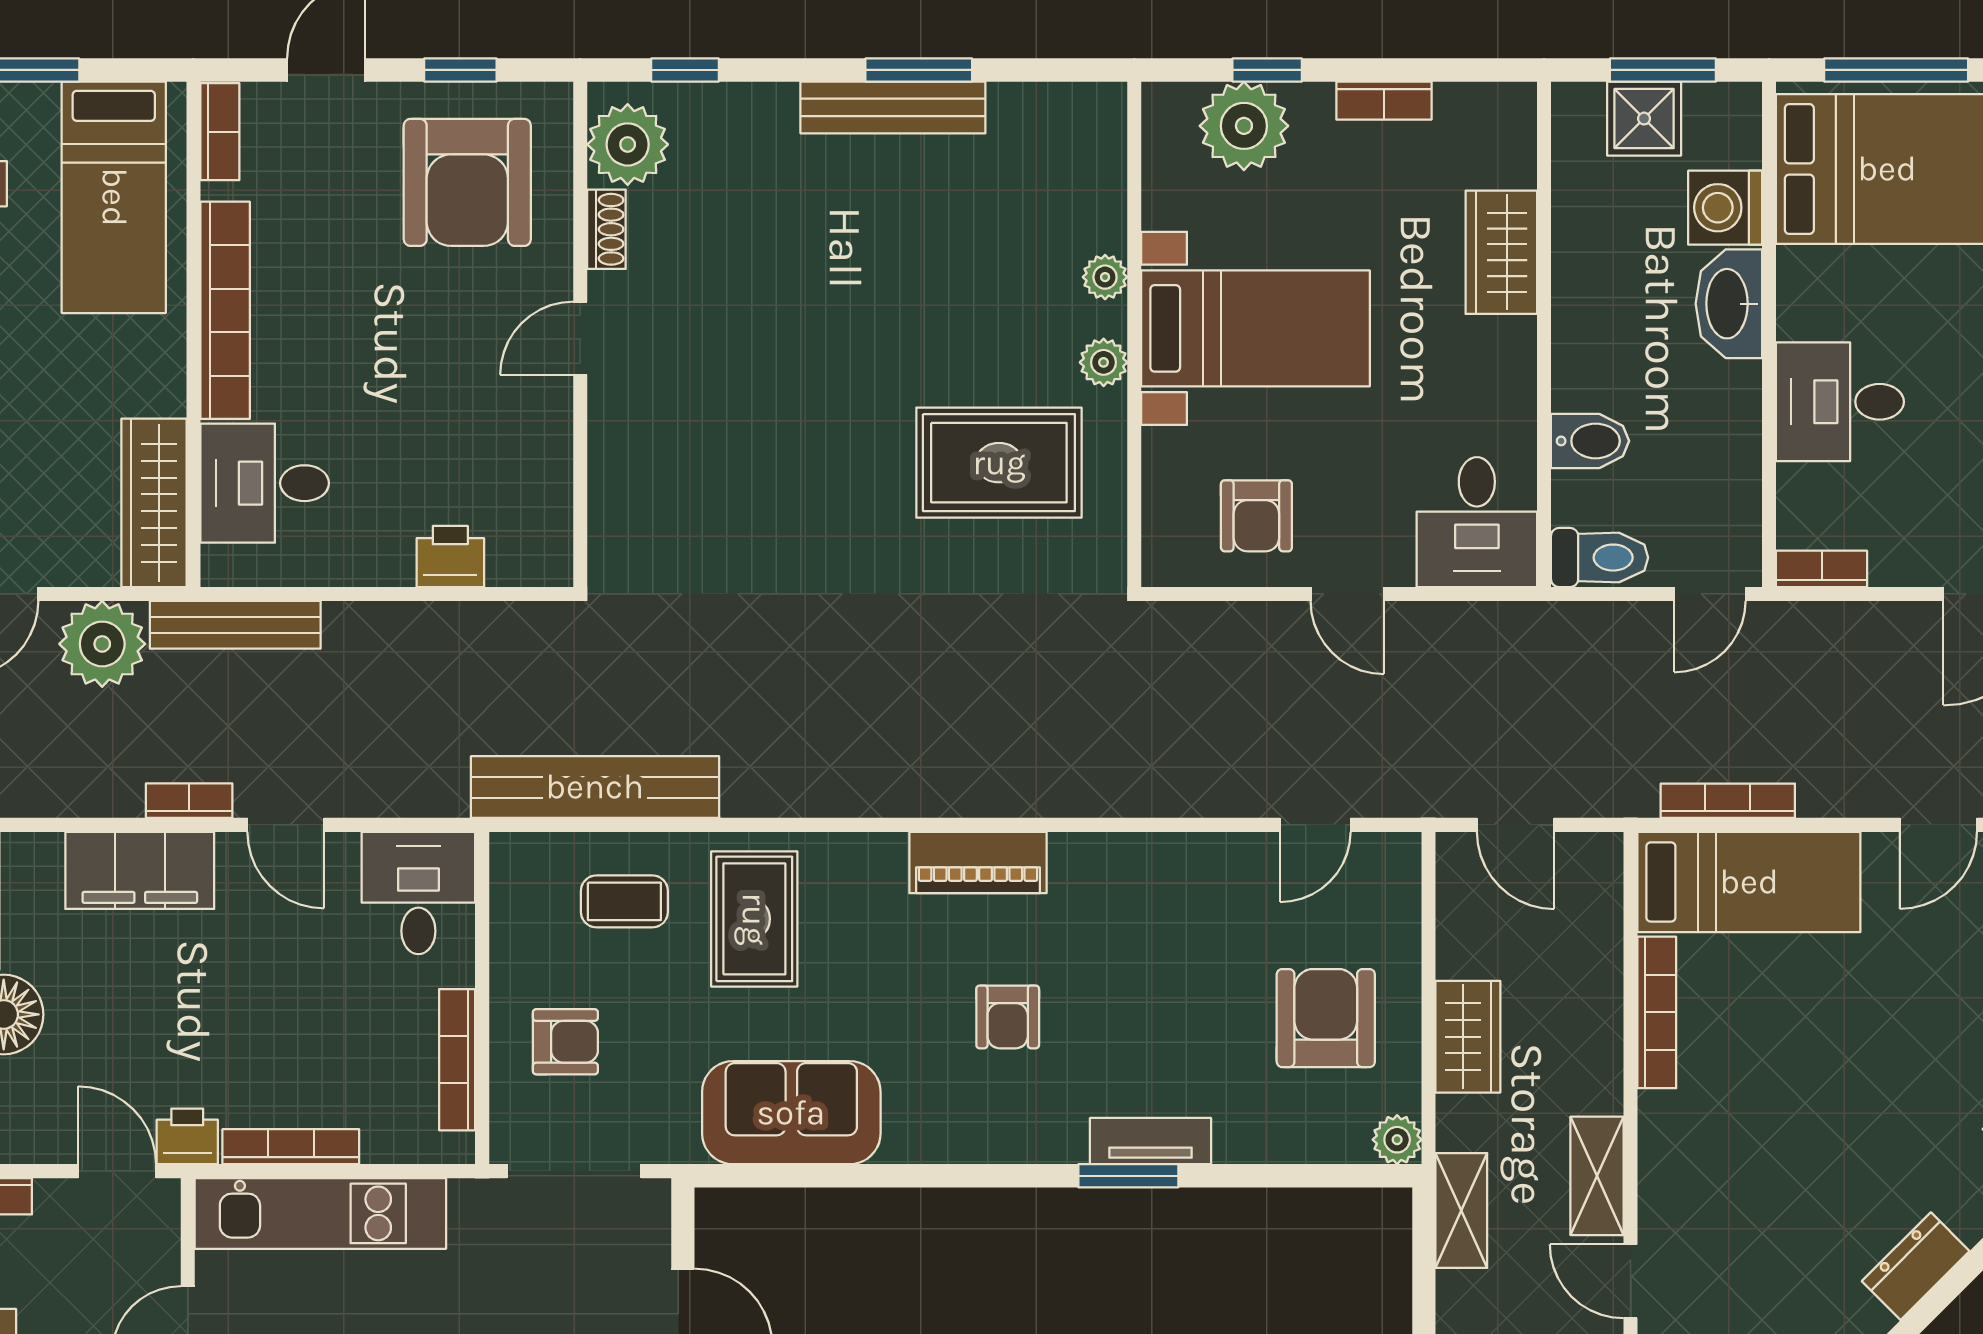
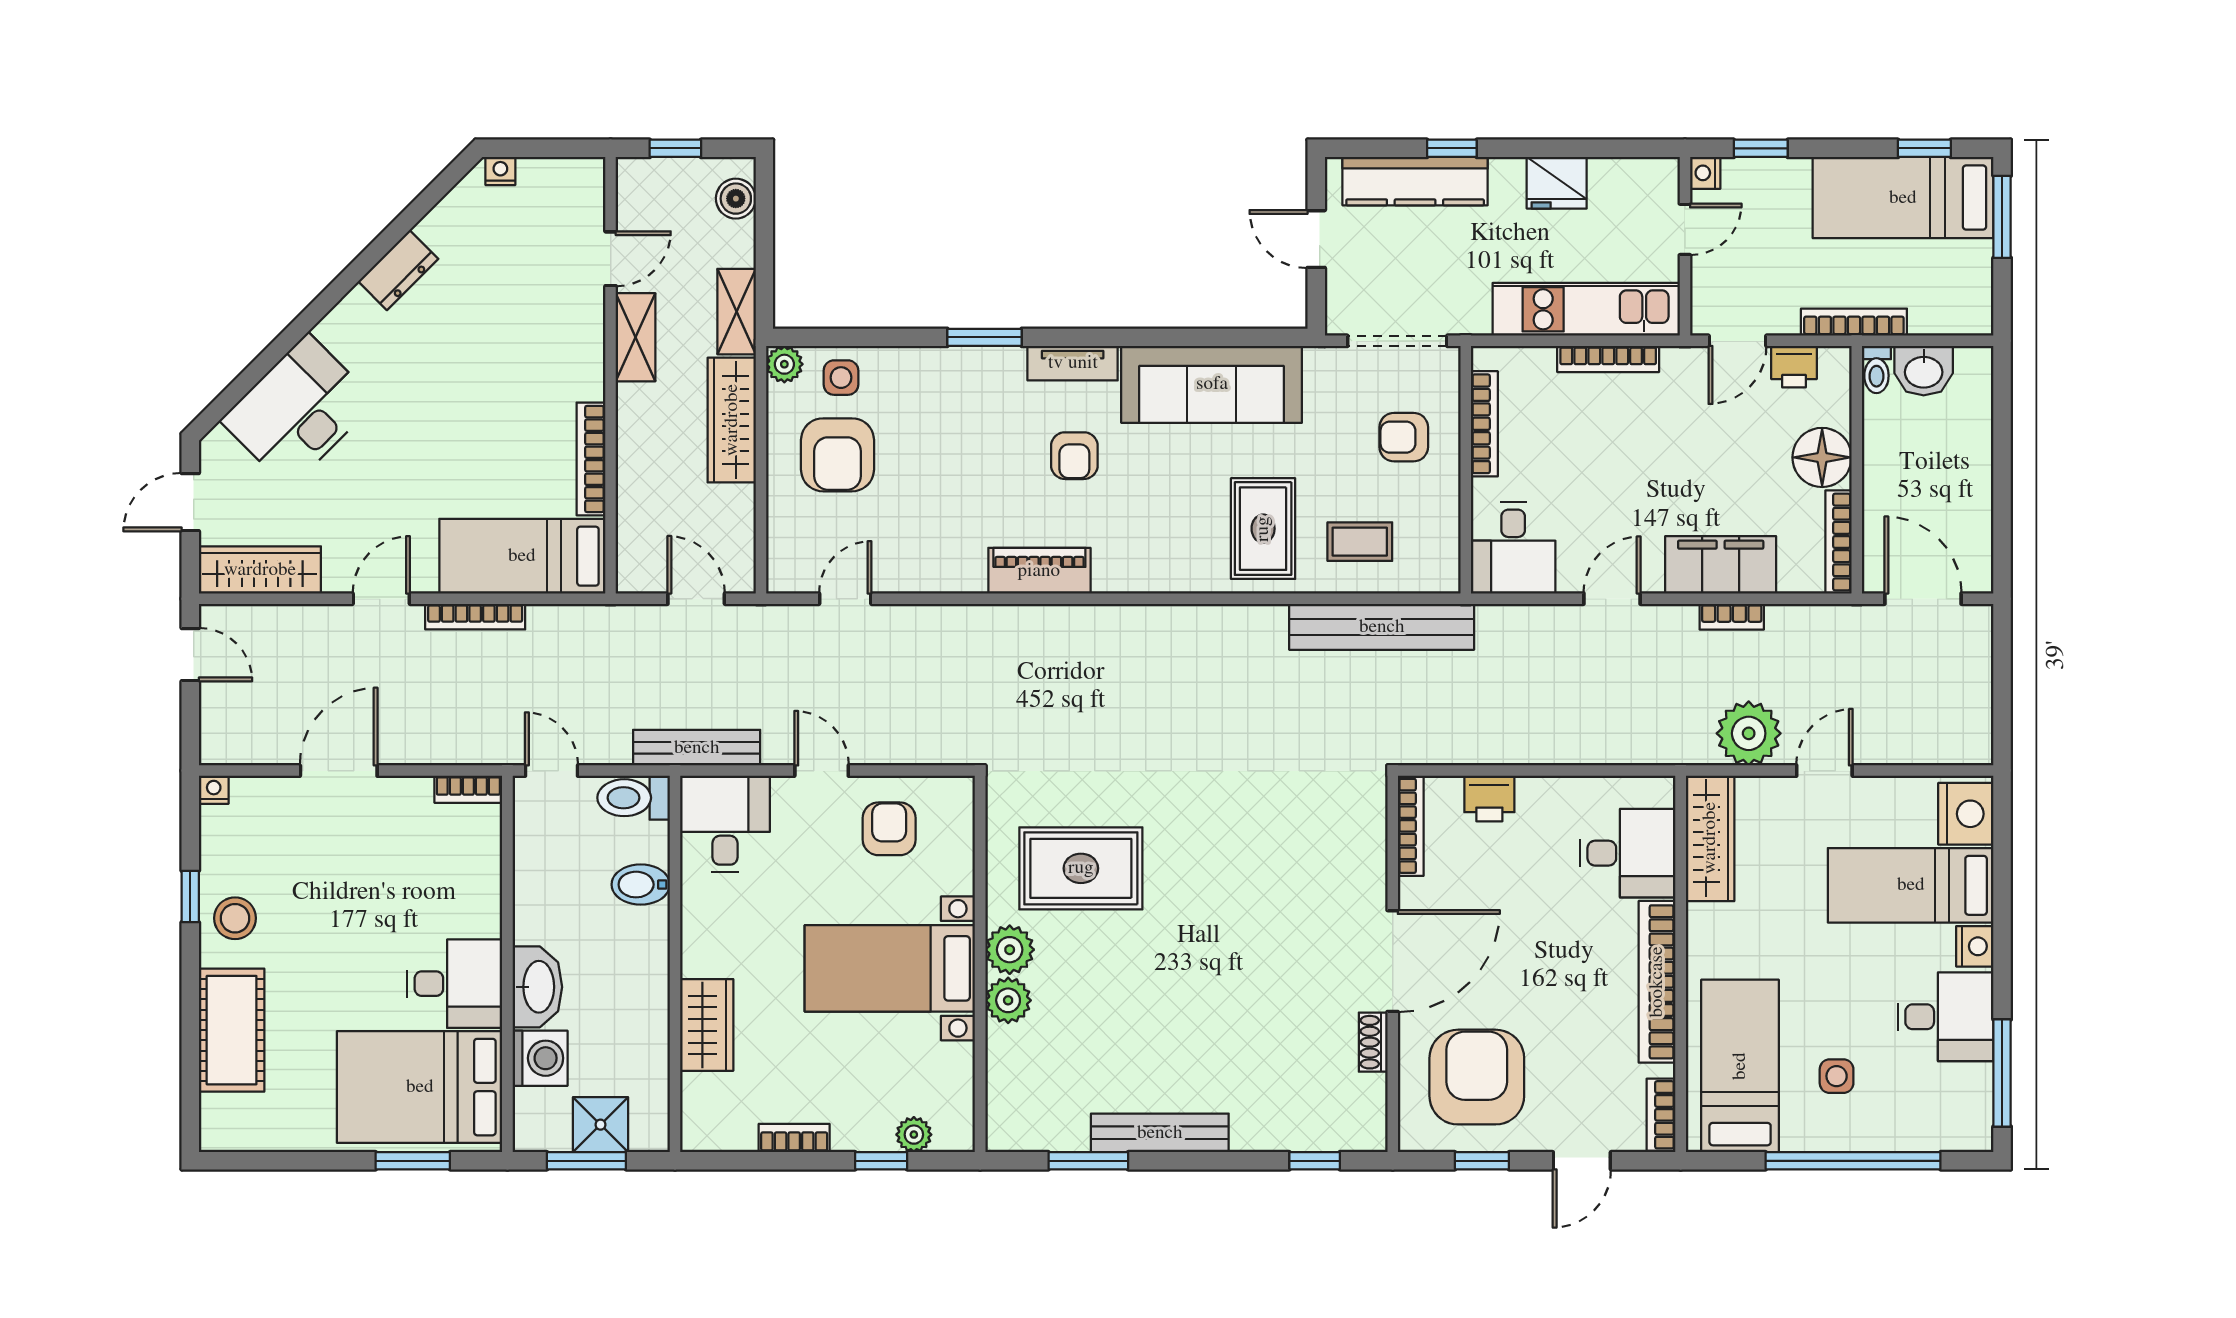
window: (919, 70) -> (1088, 1161), moved
window: (1896, 70) -> (413, 1161), width x0.69
plant: (1244, 126) -> (914, 1135), width x0.53, depth x0.53
plant: (628, 144) -> (1357, 1105), removed
plant: (1105, 277) -> (1008, 1000), width x1.38, depth x1.38
door: (580, 338) -> (1393, 961), width x1.88
plant: (1104, 362) -> (1010, 950), width x1.38, depth x1.38
desk: (1840, 402) -> (455, 984), moved
bookcase: (556, 520) -> (1411, 826), added
door: (1710, 594) -> (551, 771), hinge flipped
bench: (235, 625) -> (697, 748), moved
bookcase: (189, 801) -> (1732, 617), moved
bookcase: (1728, 801) -> (475, 617), moved
door: (286, 825) -> (1612, 599), hinge flipped
piano: (978, 862) -> (1039, 571), moved
armchair: (1008, 1017) -> (1074, 456), turned 180
wardrobe: (1468, 1037) -> (732, 420), width x1.50
sofa: (791, 1113) -> (1212, 384), width x1.36
side table: (1321, 1122) -> (841, 378), added
printer: (187, 1136) -> (1794, 367), moved
tv unit: (1150, 1141) -> (1073, 363), moved
door: (117, 1171) -> (1738, 341), hinge flipped
door: (1631, 1281) -> (611, 259), hinge flipped

